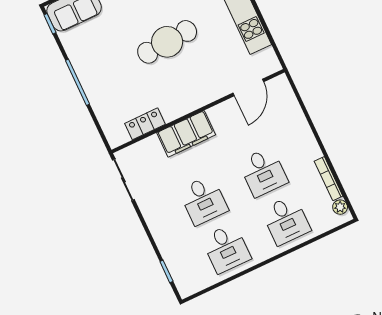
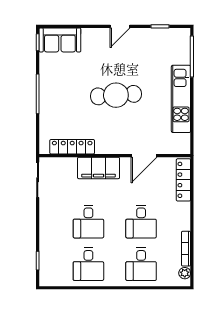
door: (248, 87) -> (144, 156), moved
locker: (289, 102) -> (183, 180), added
locker: (145, 124) -> (72, 147), width x1.53

